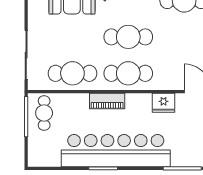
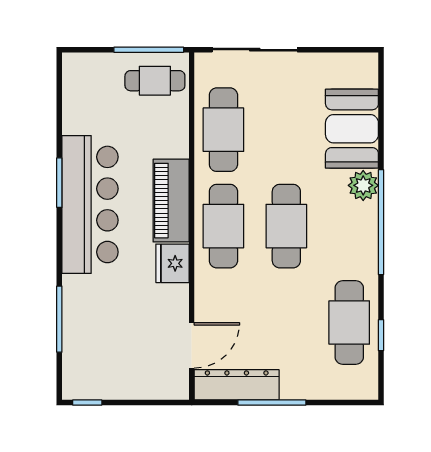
piano: (107, 101) -> (171, 201), width x1.37, depth x1.33
fridge: (164, 103) -> (172, 263), moved
bar counter: (116, 151) -> (90, 204), width x0.73

